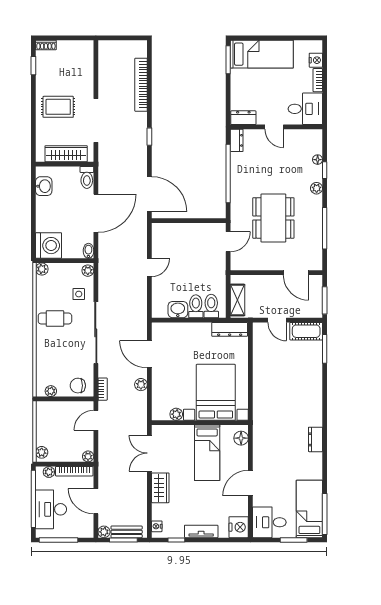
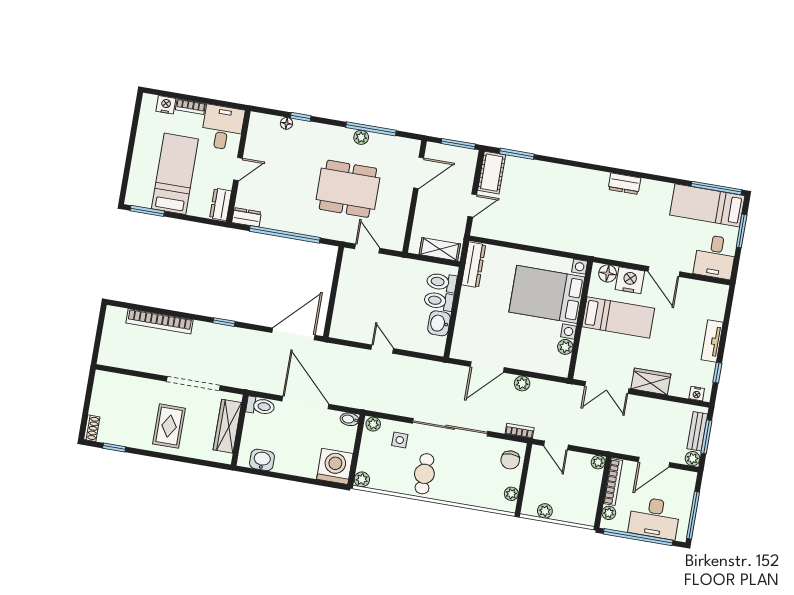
bed: (262, 54) -> (175, 174), moved
plant: (317, 188) -> (361, 137), moved
plant: (42, 452) -> (545, 511), moved
nightstand: (239, 527) -> (630, 280), moved

